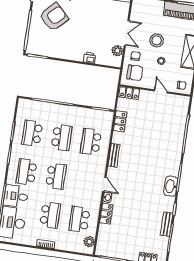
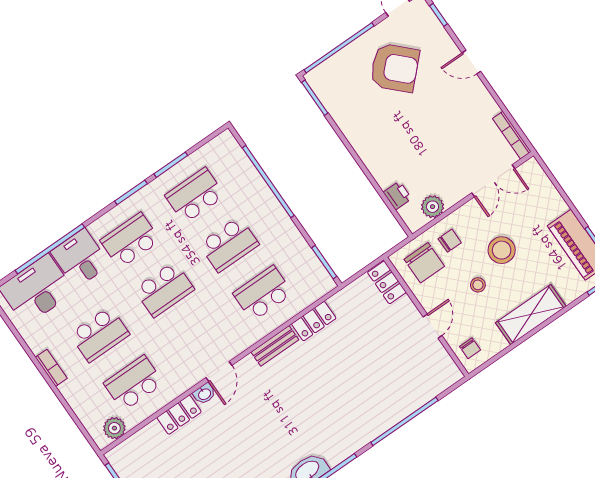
double door: (127, 33) -> (493, 181), moved
printer: (89, 58) -> (397, 195), moved
locker: (120, 121) -> (314, 321), moved

